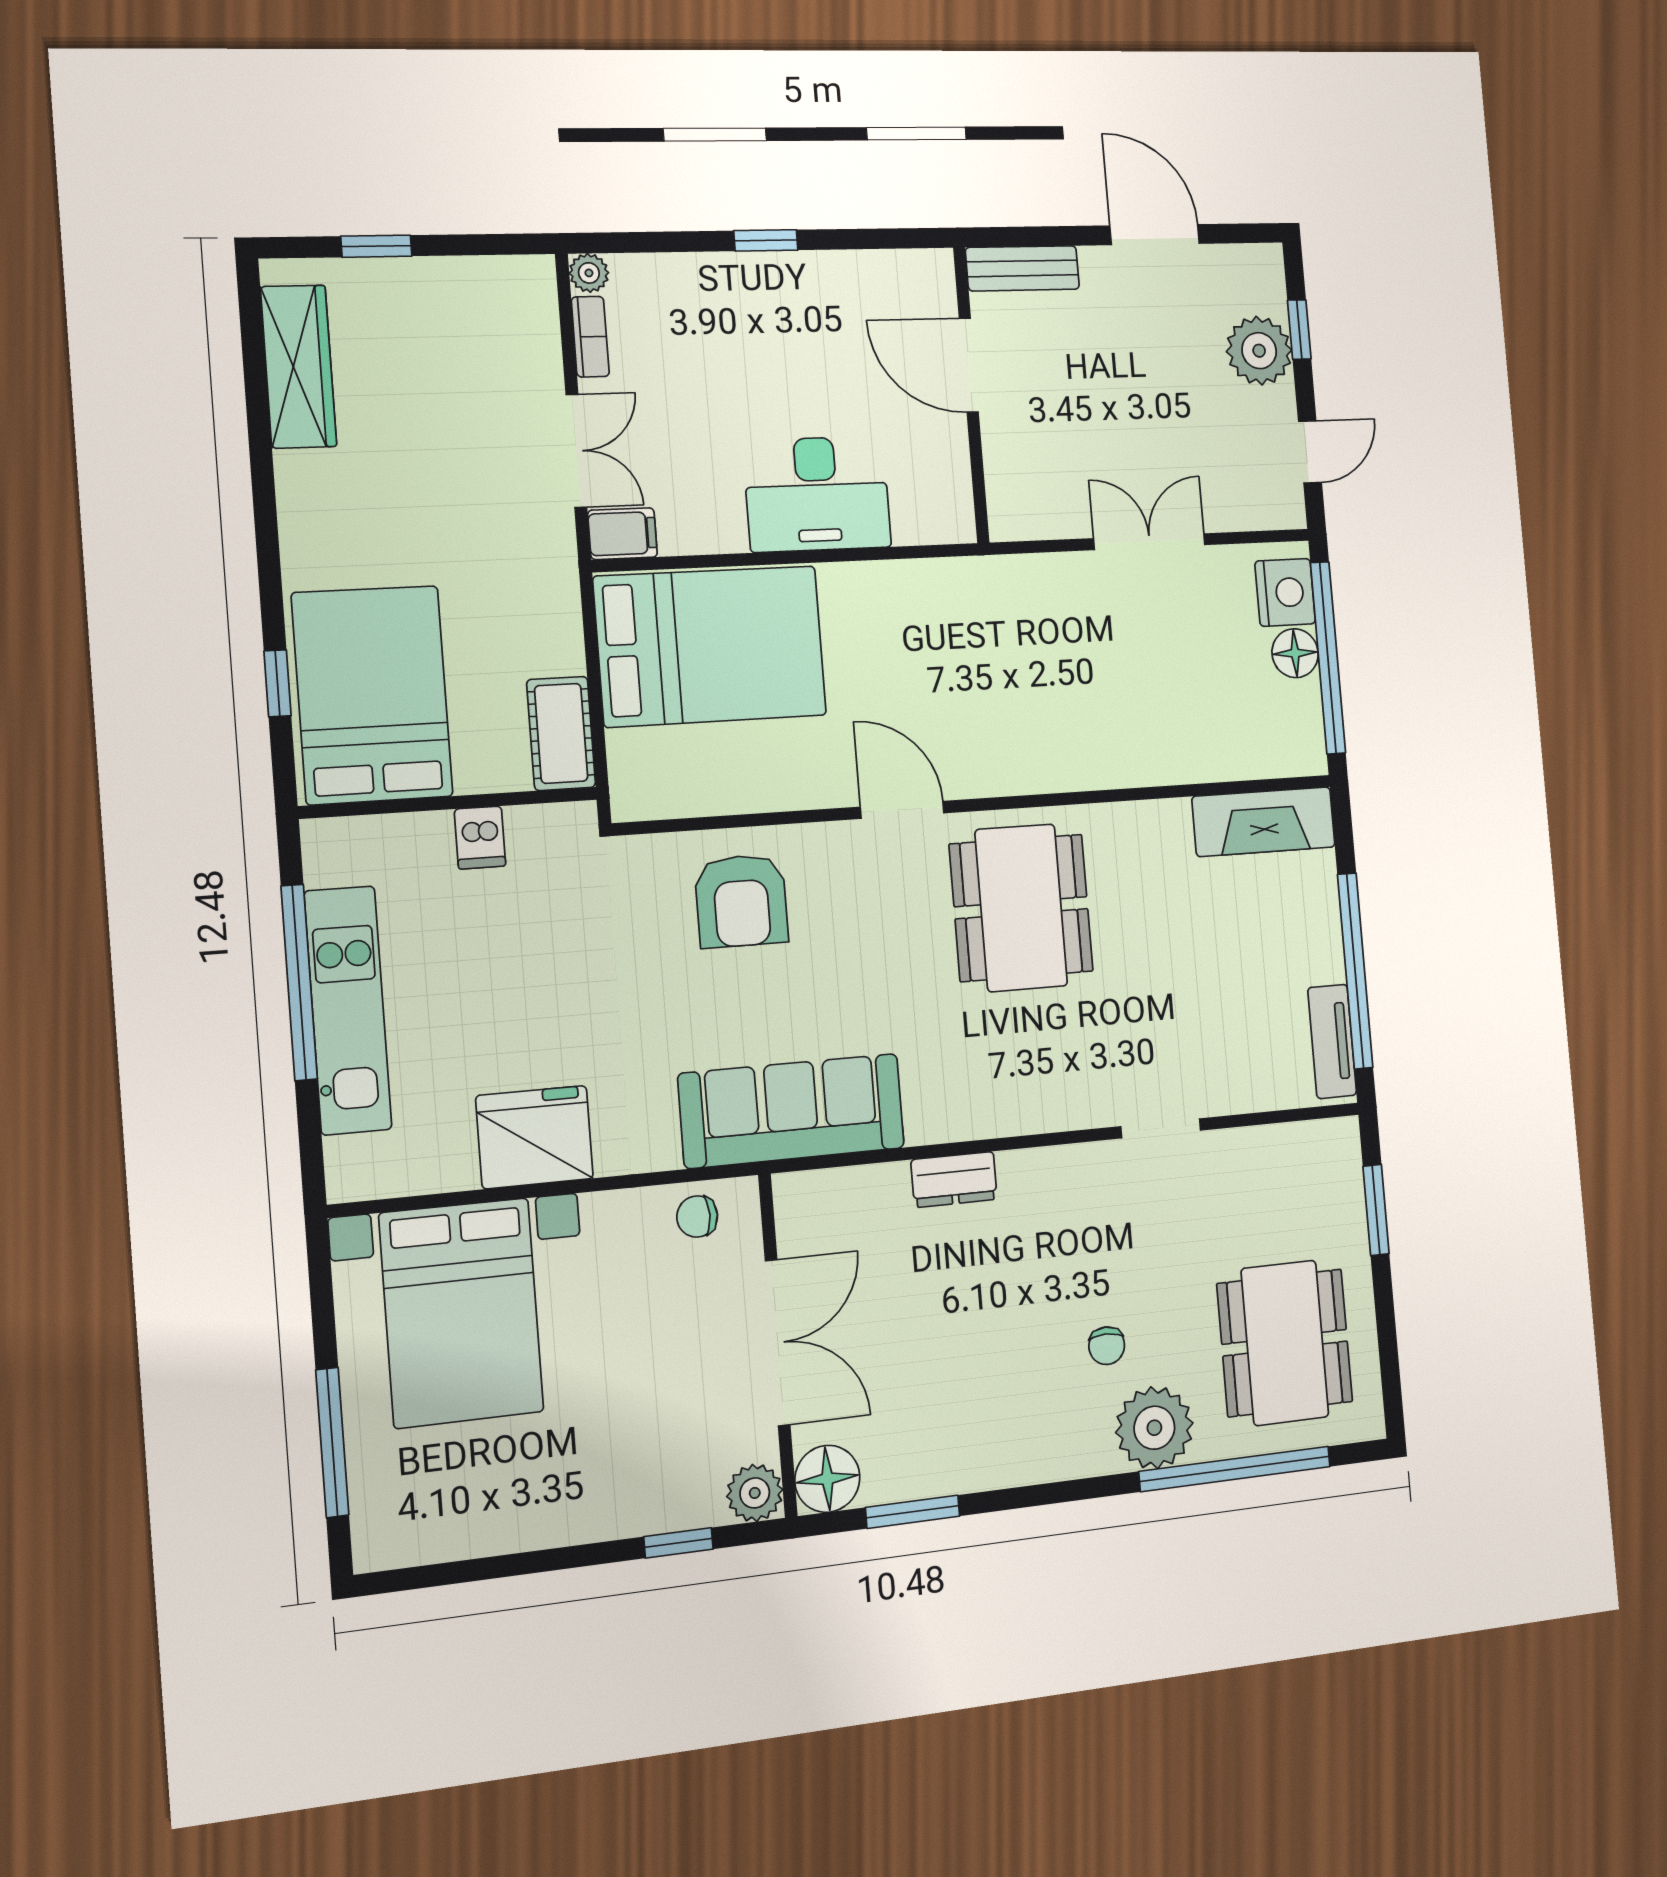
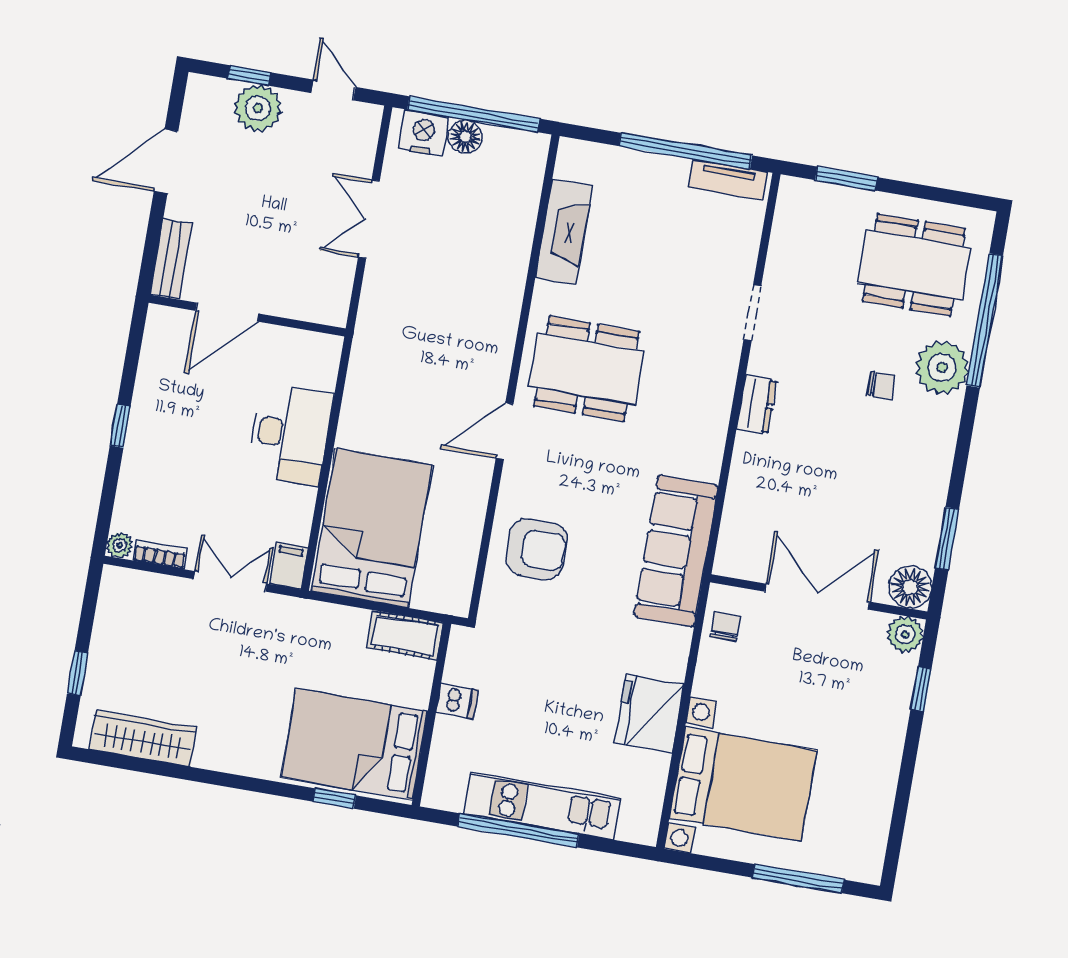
fireplace: (1264, 822) -> (564, 232), moved
dresser: (954, 1179) -> (757, 404), moved
chair: (697, 1216) -> (725, 627), turned 180

